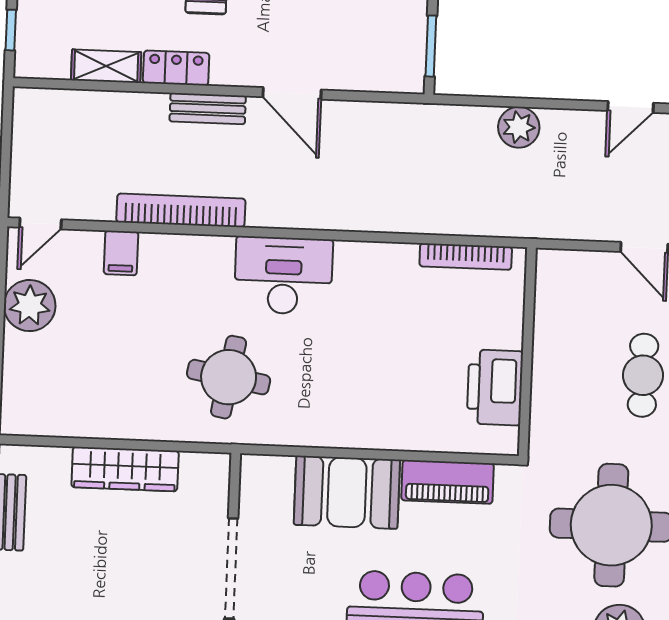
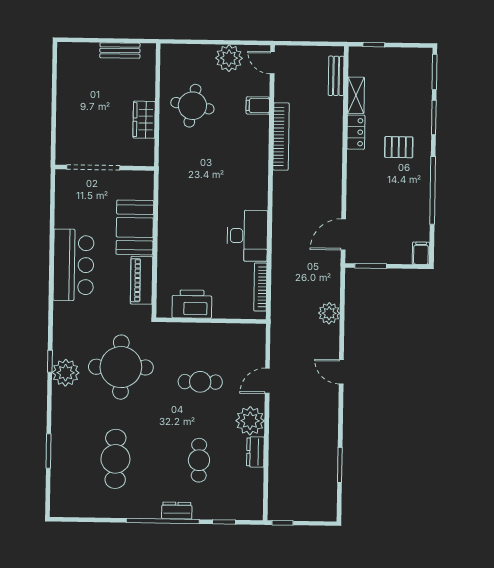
door: (292, 93) -> (343, 234), moved
bench: (208, 109) -> (336, 76), moved
desk: (283, 276) -> (247, 236), moved
round table: (229, 377) -> (192, 106), moved
wardrobe: (125, 469) -> (144, 120), width x0.67

